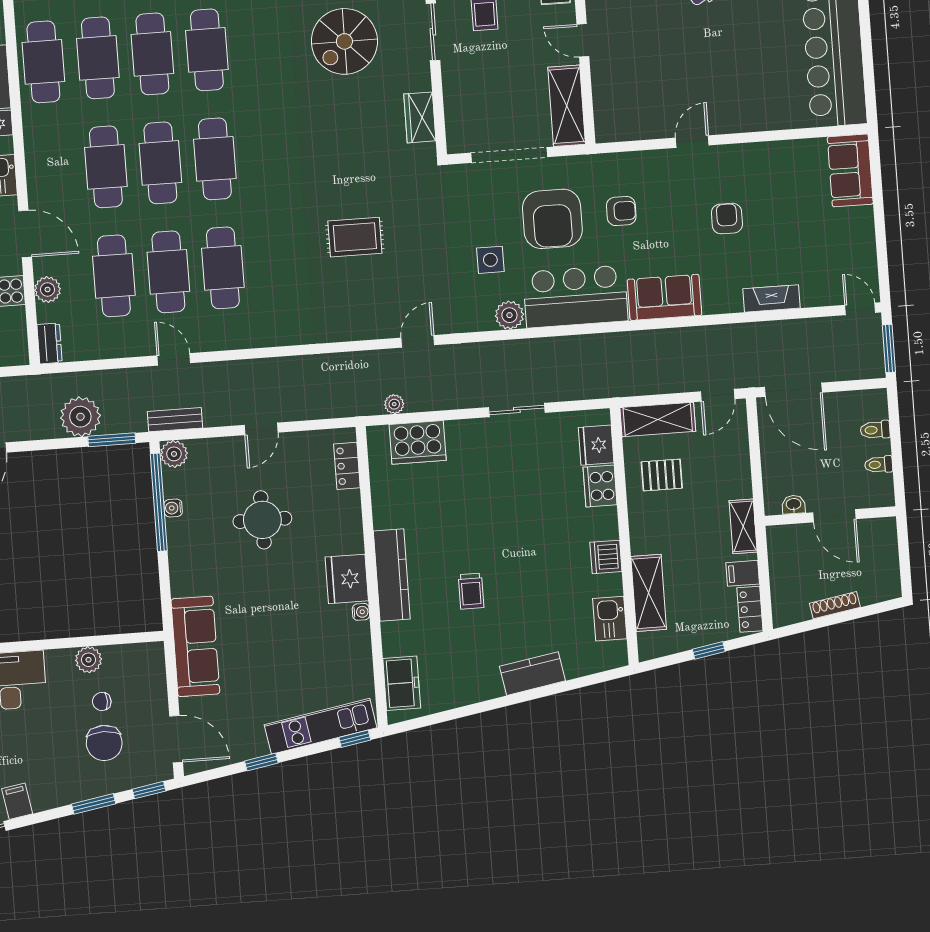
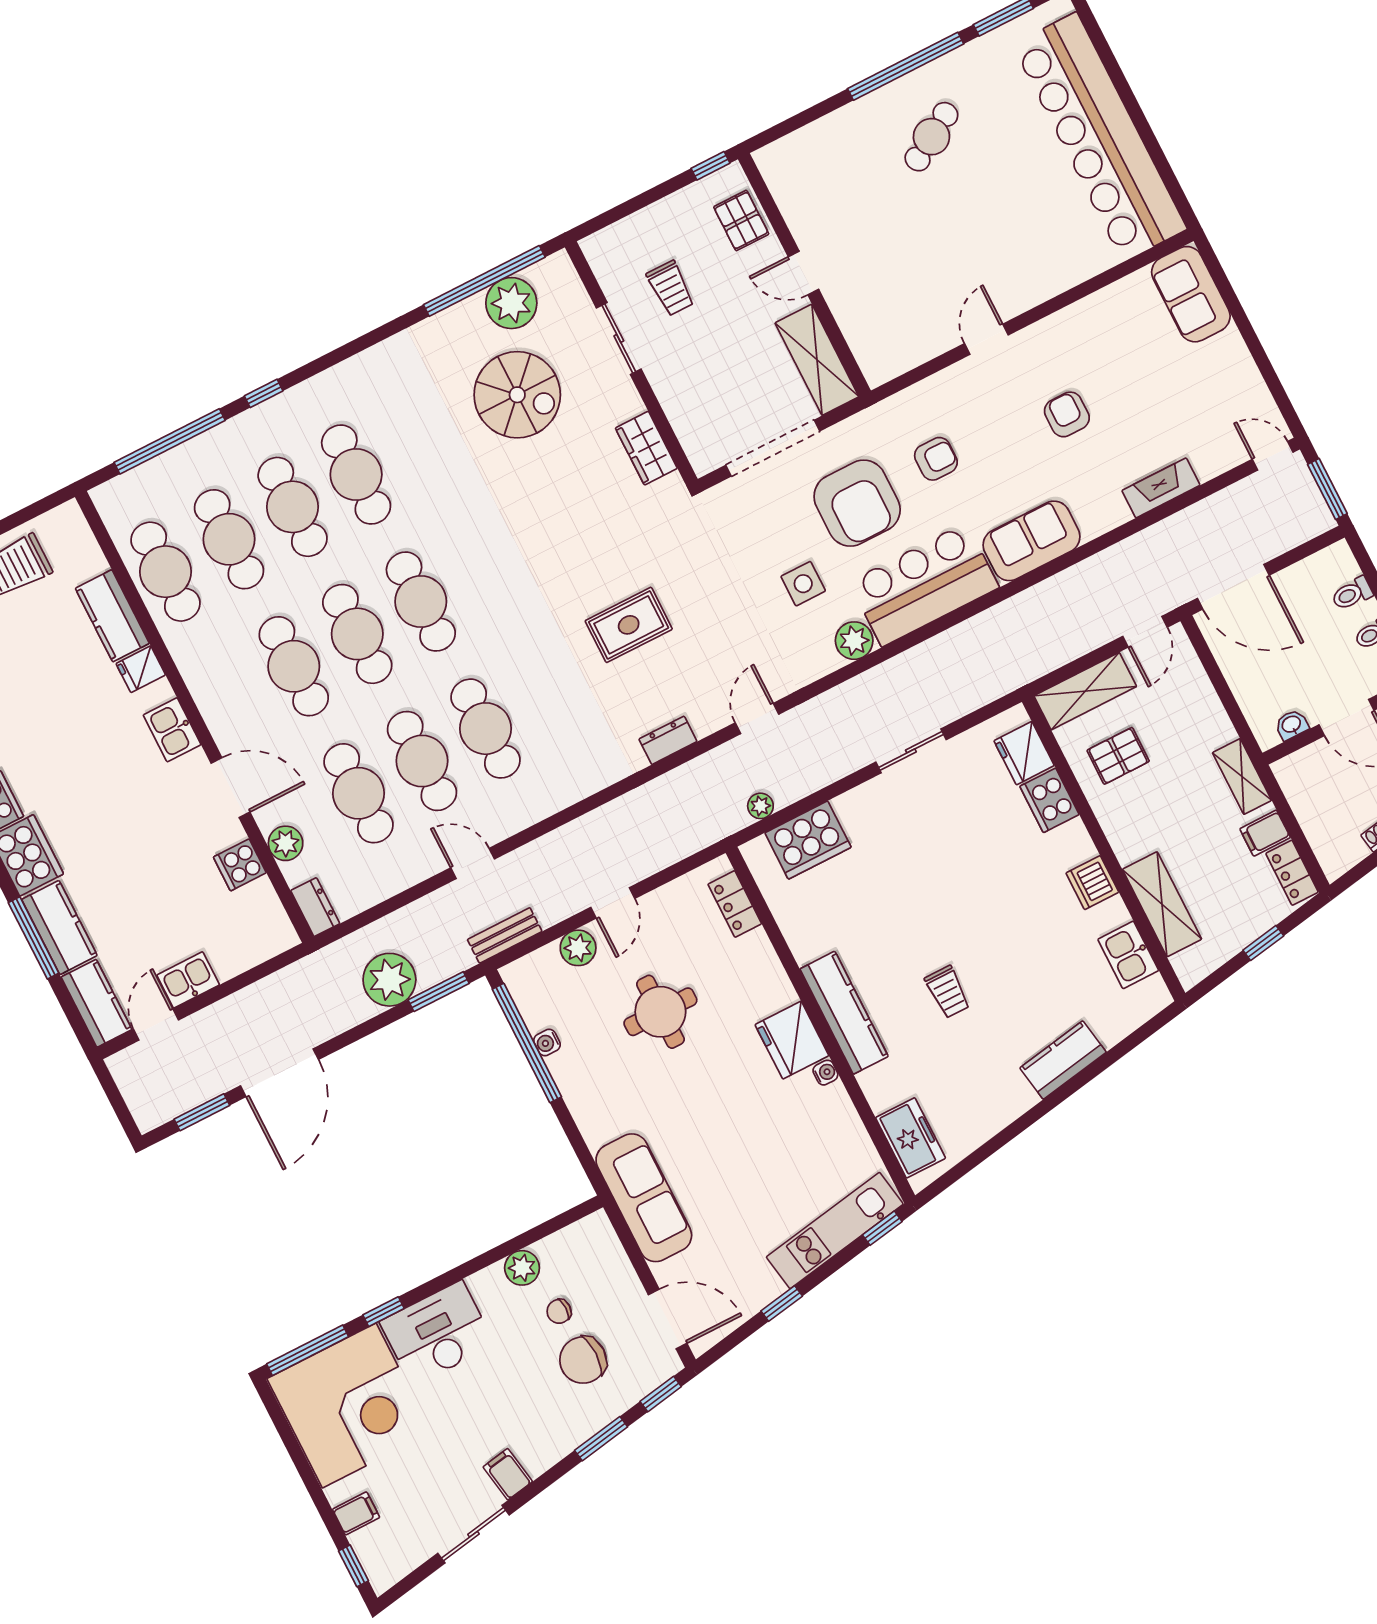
spiral stairs: (344, 41) -> (517, 395), turned -90
dresser: (348, 330) -> (668, 740), added
plant: (174, 454) -> (578, 948), moved
chair: (104, 743) -> (583, 1360), turned 90

